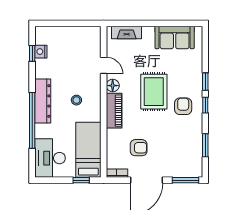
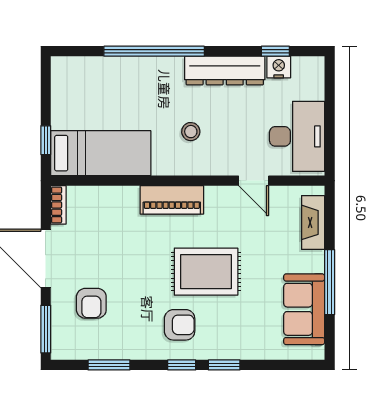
window: (160, 23) -> (330, 282), added
door: (104, 65) -> (254, 181), hinge flipped
floor lamp: (113, 86) -> (217, 197), removed
dresser: (43, 101) -> (225, 71), moved
armchair: (139, 148) -> (91, 303), moved
desk: (50, 158) -> (297, 136), moved, turned 90

